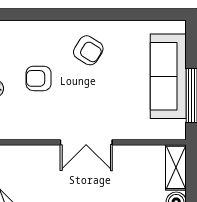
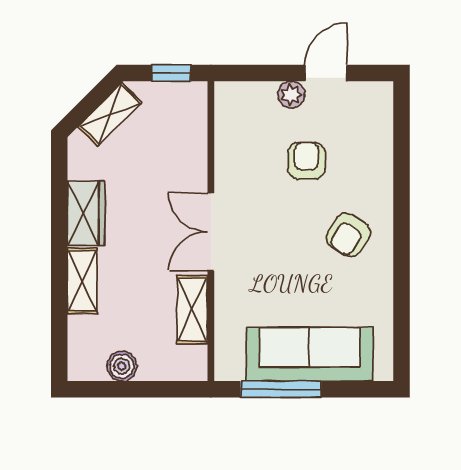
shelving: (176, 167) -> (192, 310), moved, turned 90

